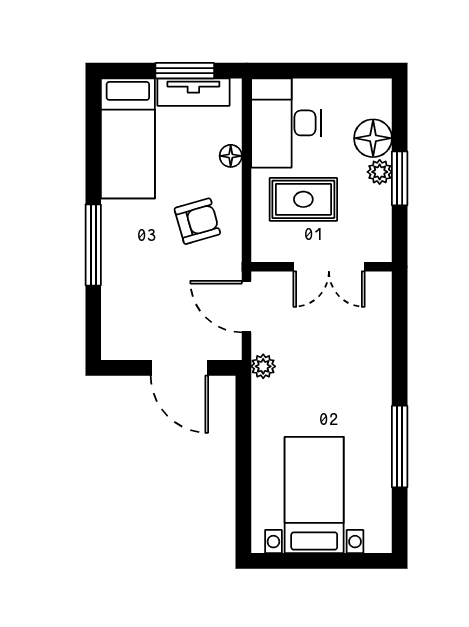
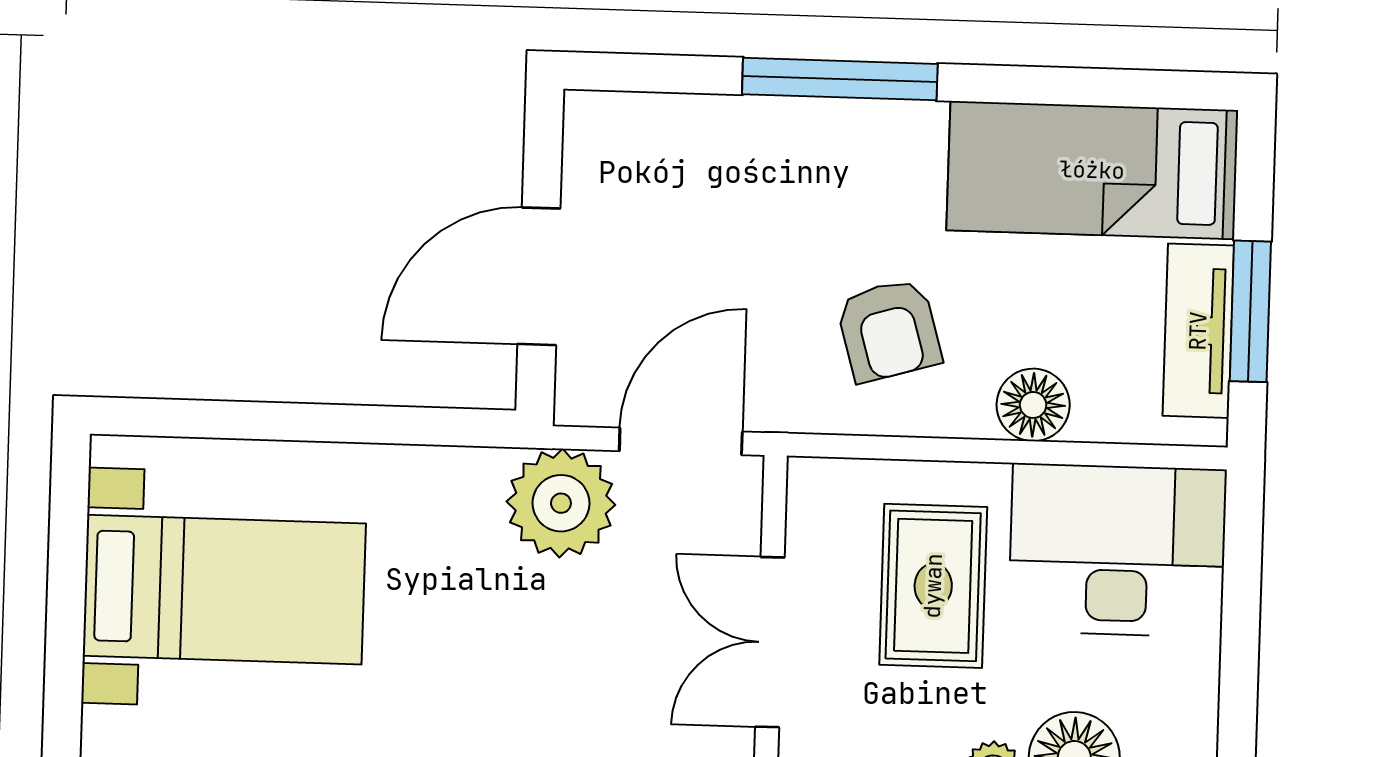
floor lamp: (231, 156) -> (1033, 405), width x1.37, depth x1.37
plant: (263, 366) -> (561, 503), width x1.88, depth x1.88

